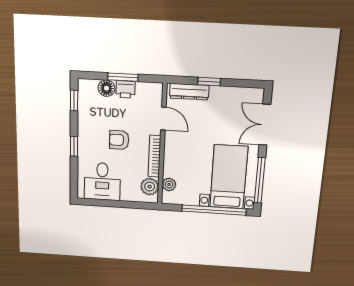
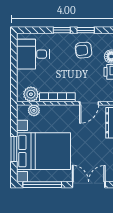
window: (74, 100) -> (86, 30), moved
armchair: (119, 140) -> (84, 50), moved, turned -96
bed with nightstands: (229, 177) -> (43, 151), width x1.36
window: (214, 210) -> (14, 149), width x0.47

